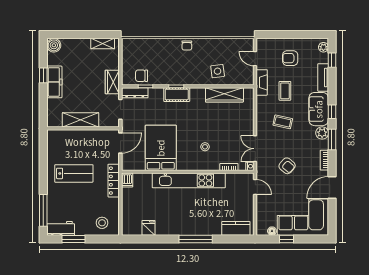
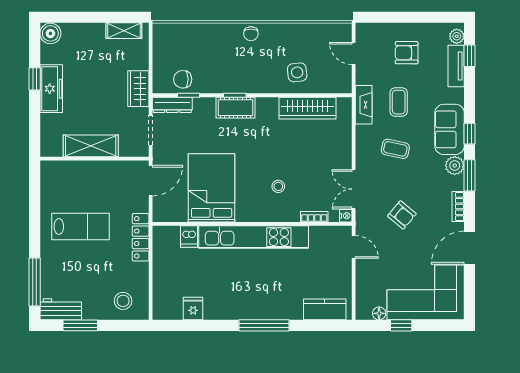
tv unit: (323, 77) -> (456, 66), moved
fireplace: (262, 82) -> (364, 105), moved
dishwasher: (127, 180) -> (189, 237), moved

